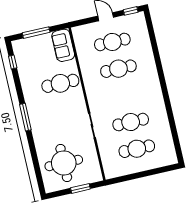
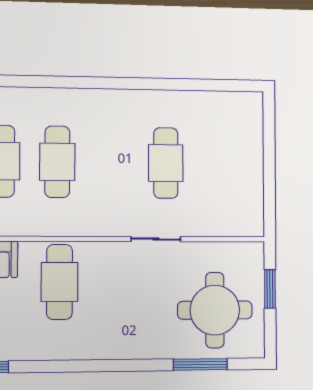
window: (25, 117) -> (200, 364), moved
cafe table: (137, 149) -> (219, 164), removed

